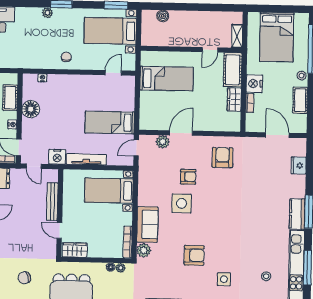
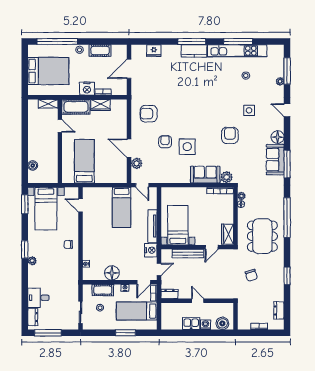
bed with nightstands: (109, 191) -> (178, 225), moved, turned 180

